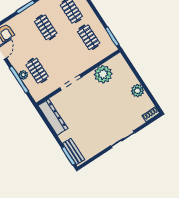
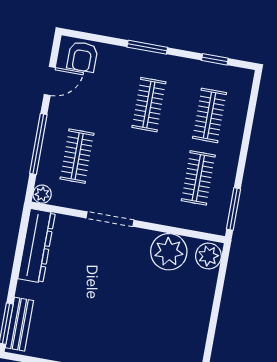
plant: (23, 75) -> (42, 194), moved
plant: (138, 91) -> (208, 256), moved

